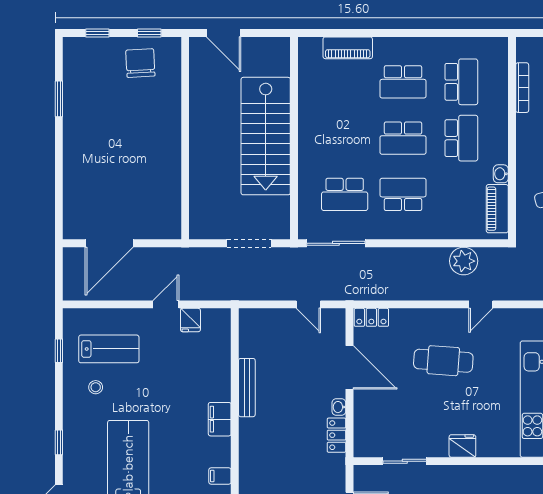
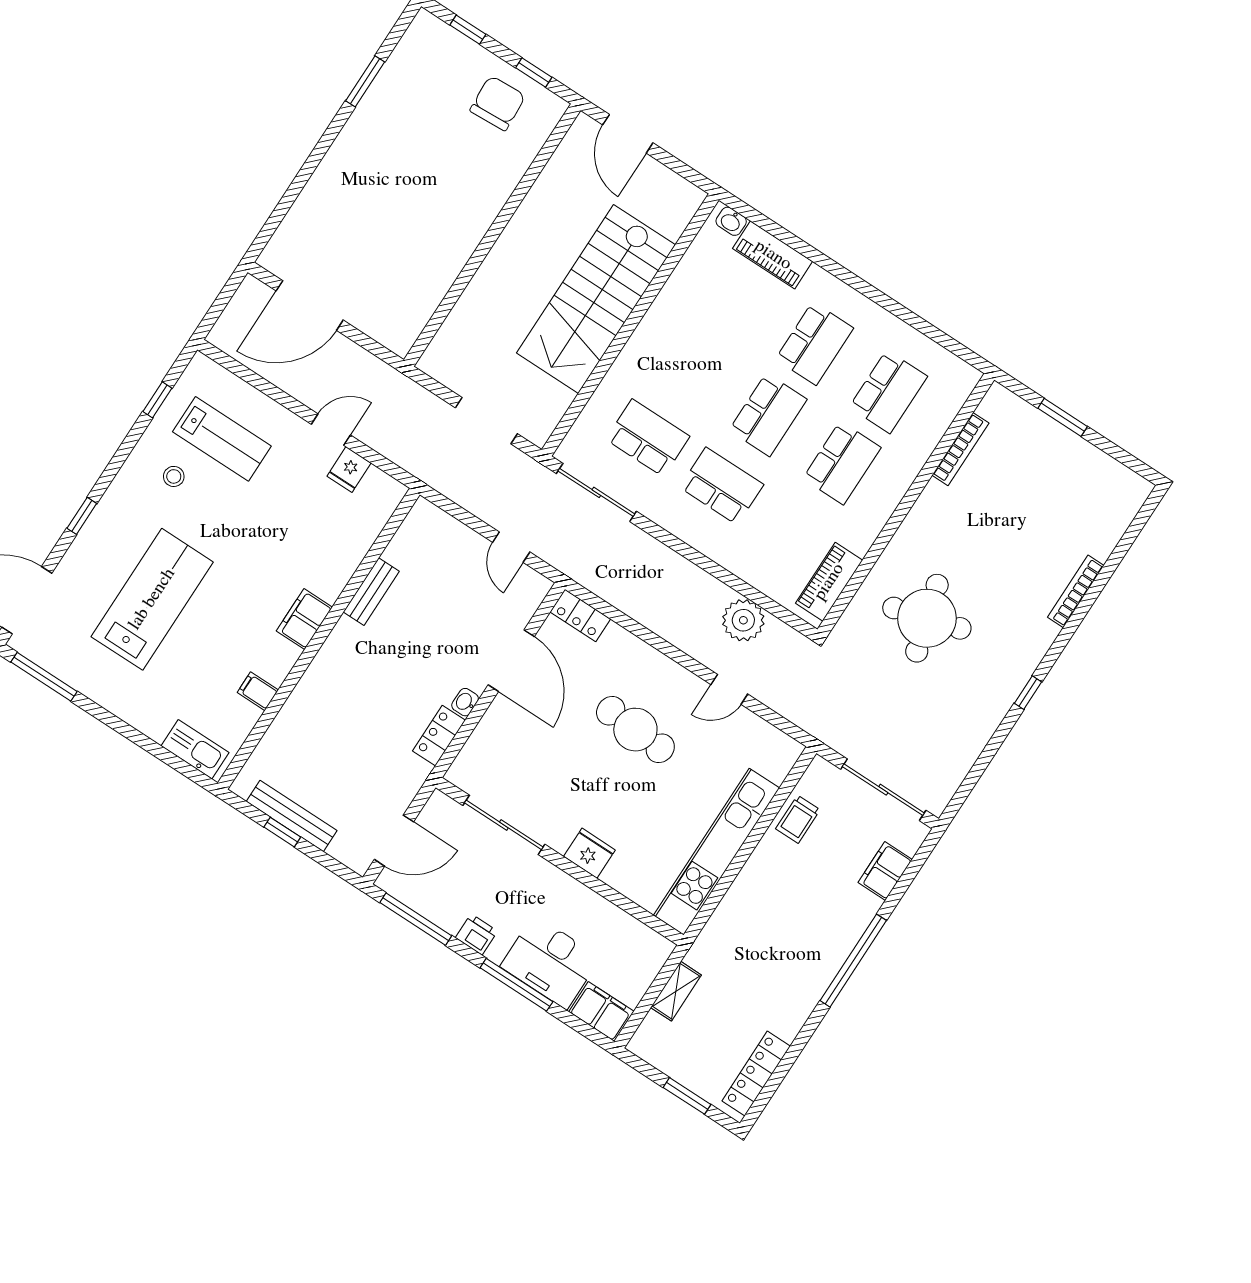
school desk: (403, 82) -> (814, 344), turned -90
school desk: (403, 138) -> (768, 415), turned -90
washbasin: (501, 174) -> (731, 221), moved, turned -90
school desk: (345, 194) -> (648, 438), turned 180
bench: (247, 388) -> (371, 592), width x0.73
sliding door: (405, 461) -> (504, 825), width x1.37

